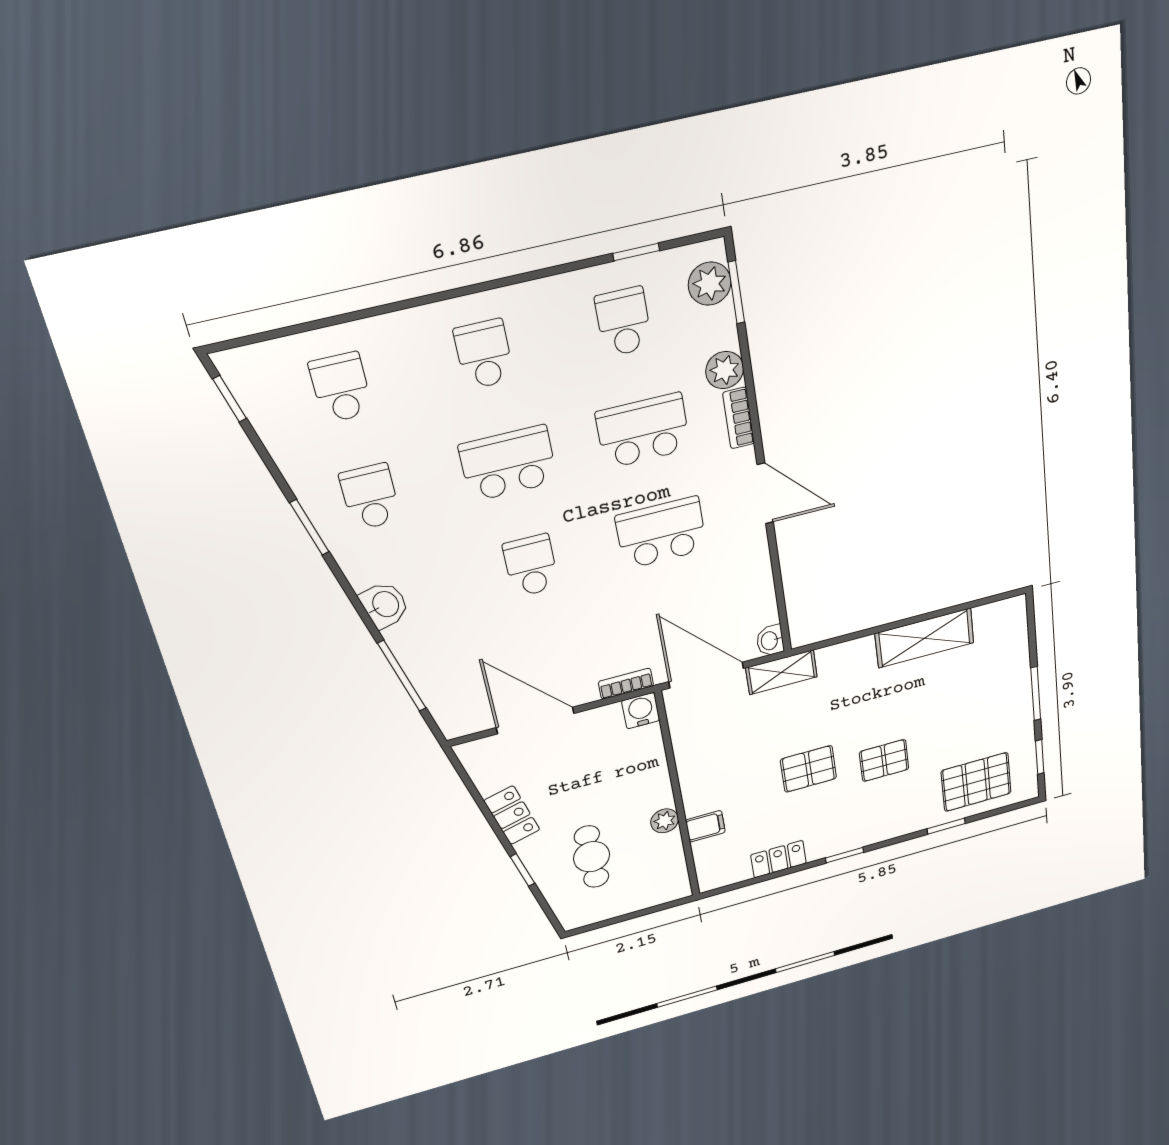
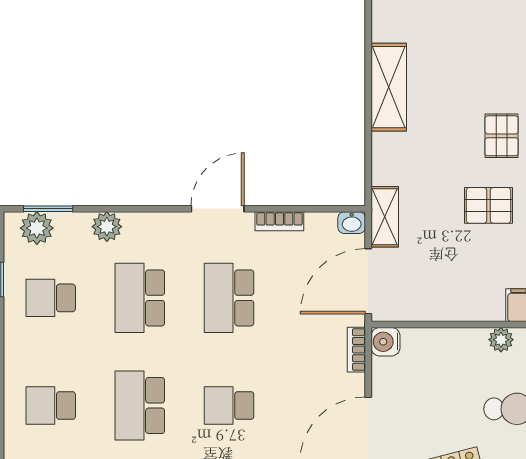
bookcase: (739, 418) -> (279, 221), moved
pallet: (808, 769) -> (488, 205), turned 90

